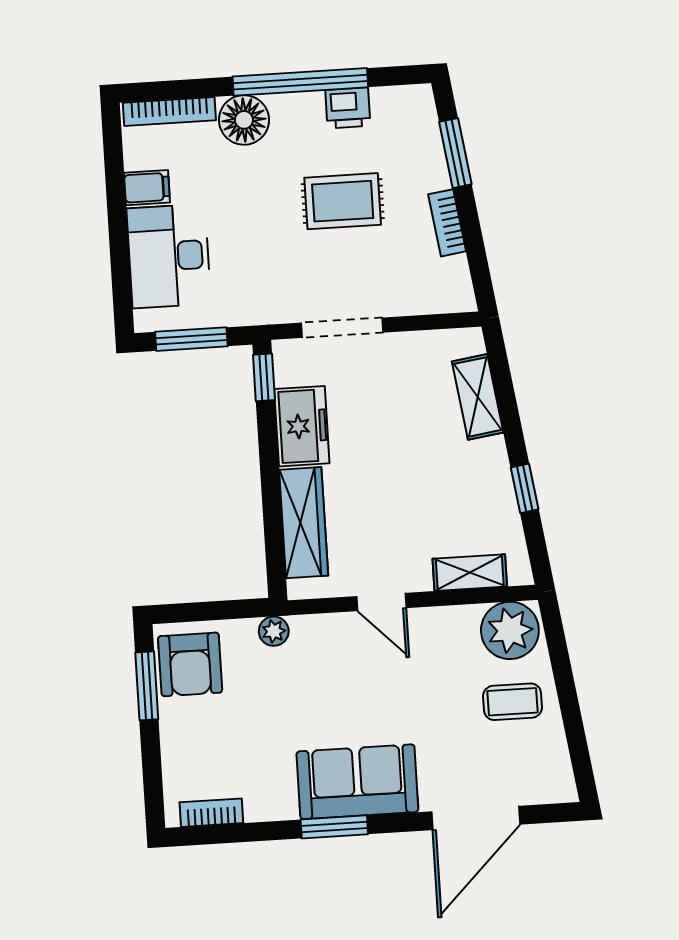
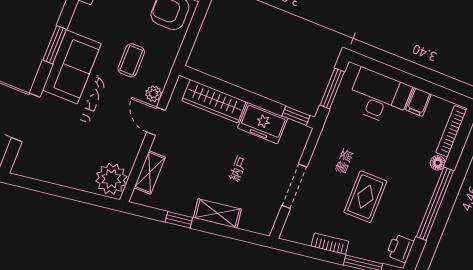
printer: (348, 108) -> (400, 248), moved
floor lamp: (244, 120) -> (438, 163), width x0.53, depth x0.53
doorway: (342, 328) -> (294, 186), moved
shelving: (478, 397) -> (217, 213), moved
door: (381, 602) -> (156, 121), hinge flipped
plant: (274, 631) -> (154, 94), moved
coffee table: (513, 702) -> (131, 60), moved

